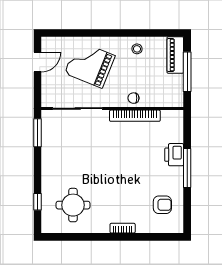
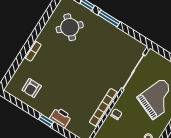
window: (37, 133) -> (109, 18), moved
window: (187, 168) -> (46, 121), width x0.46
round table: (73, 205) -> (70, 27), turned 45

